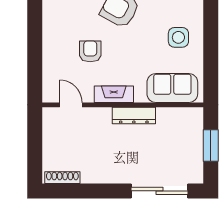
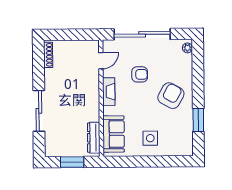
sliding door: (35, 48) -> (142, 34), added
dresser: (134, 115) -> (94, 138), moved
sliding door: (159, 191) -> (39, 111), moved

